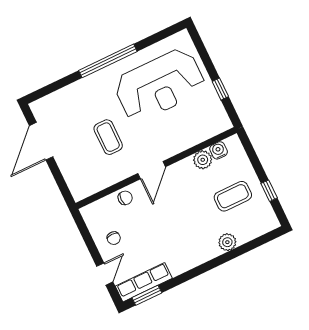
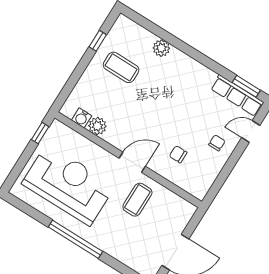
water cooler: (219, 150) -> (82, 118), moved
plant: (203, 160) -> (97, 126), moved
wall: (156, 168) -> (128, 160), moved
door: (152, 170) -> (132, 162), moved

